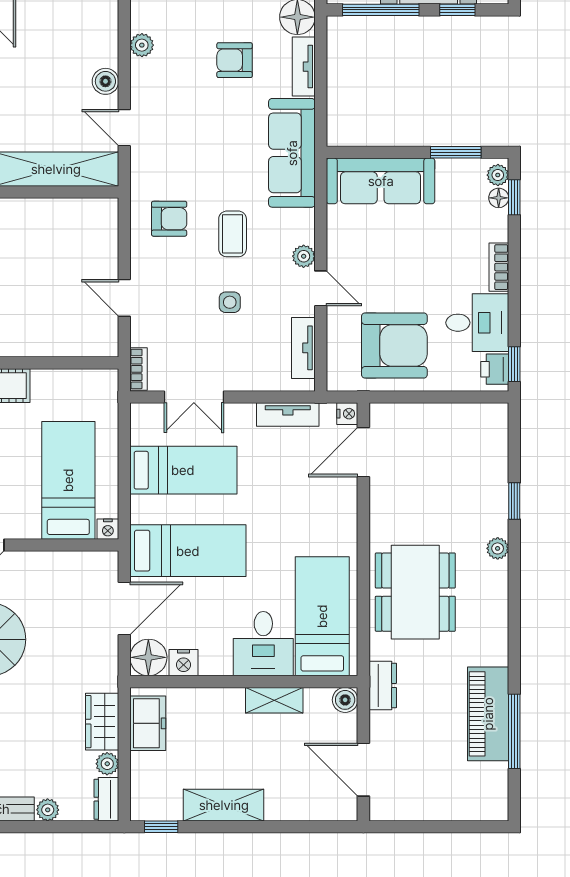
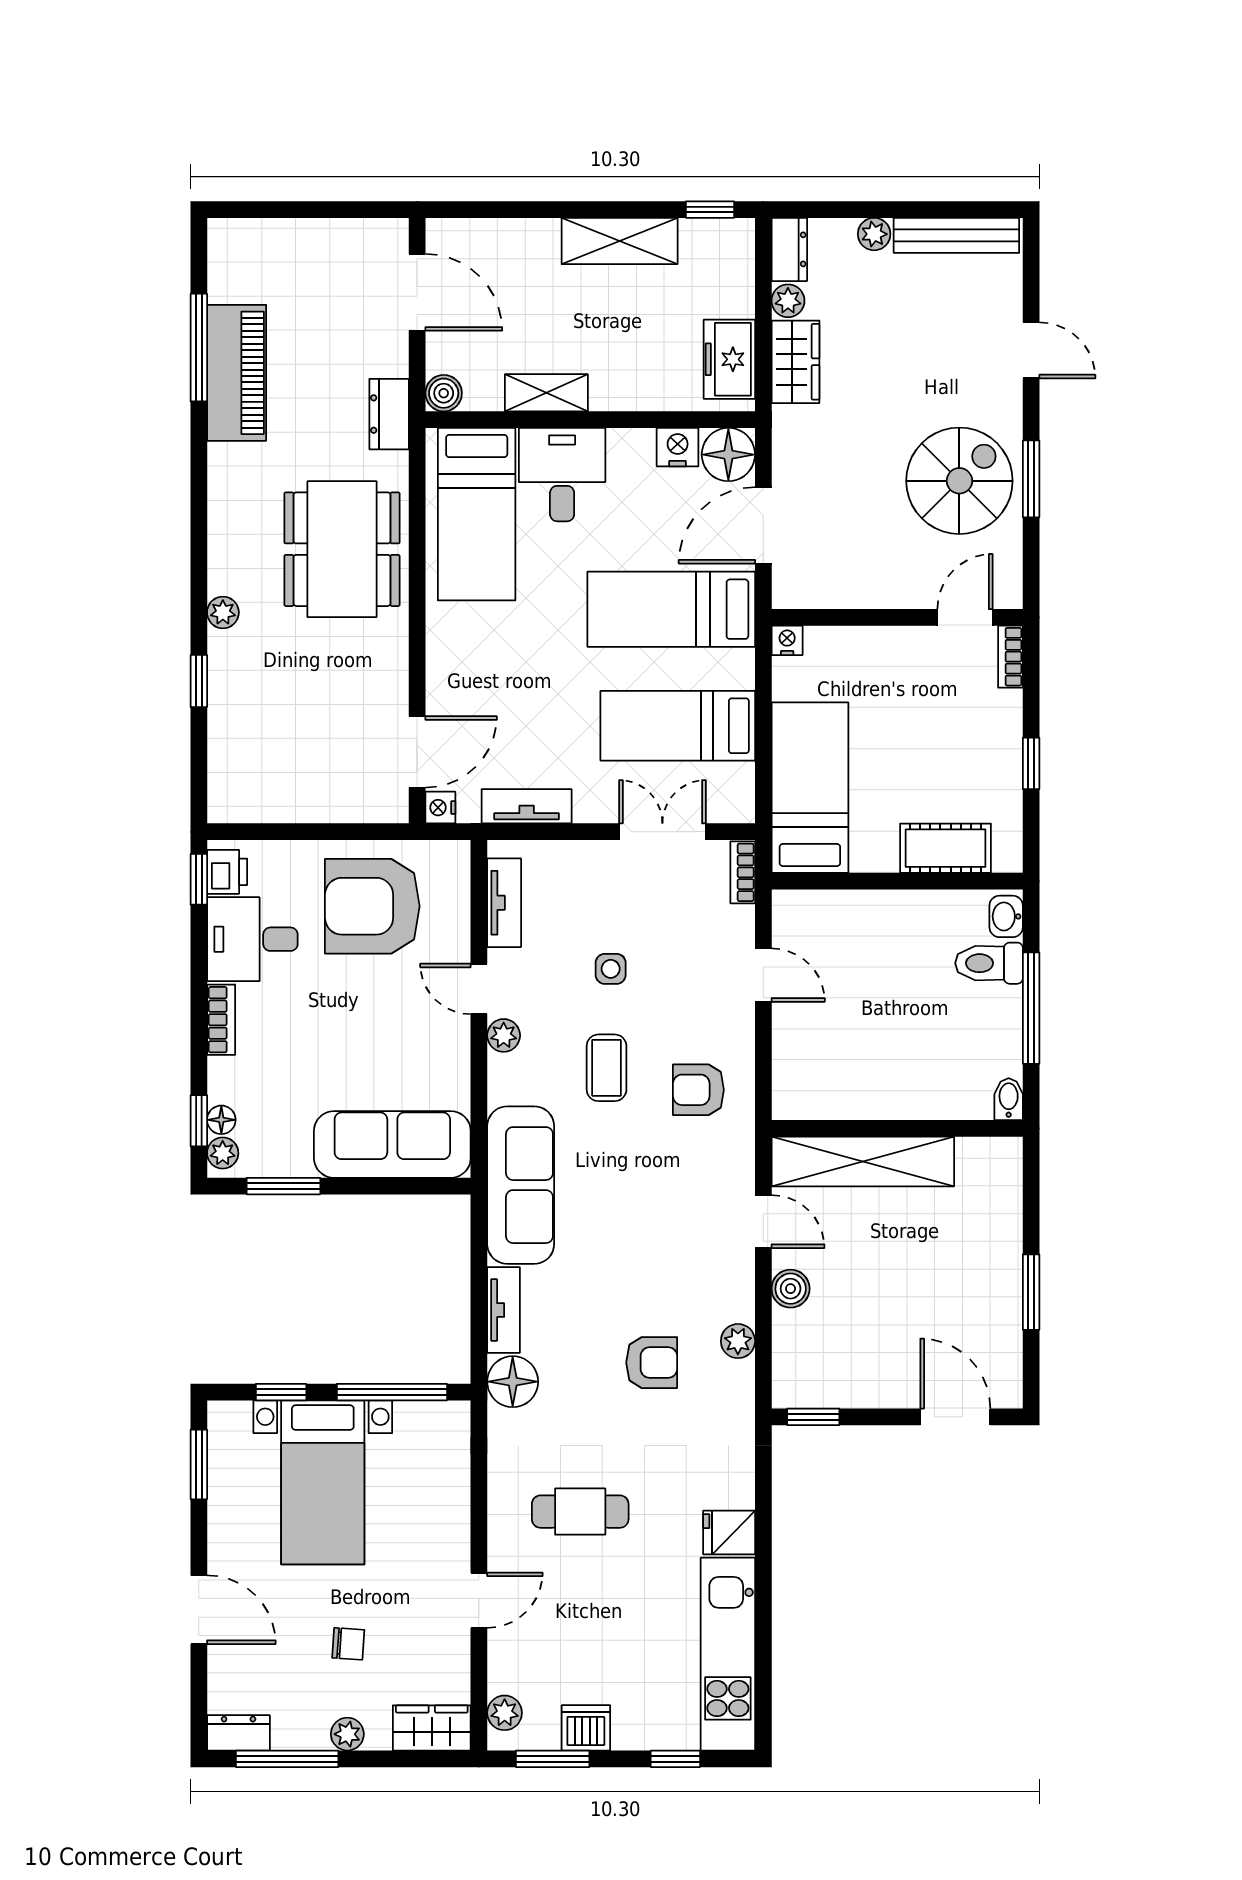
armchair: (235, 60) -> (652, 1363), moved
bed: (68, 480) -> (810, 788), moved, turned 180

